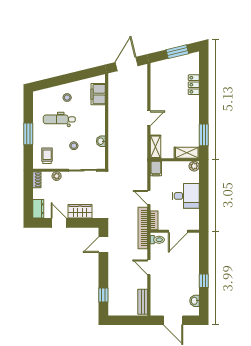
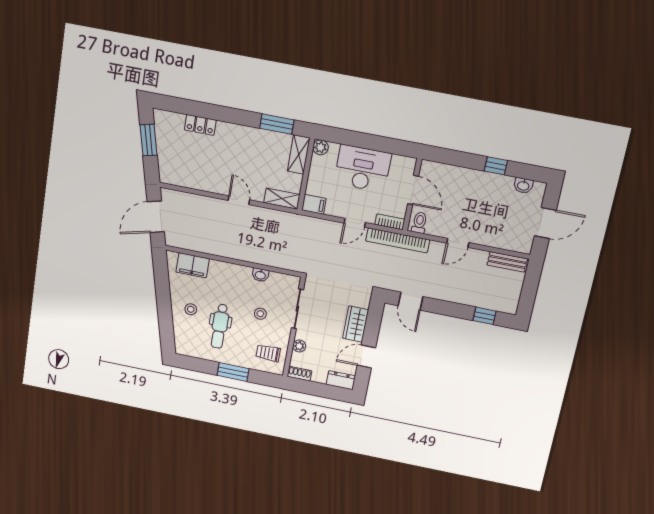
door: (127, 64) -> (156, 217), hinge flipped
desk: (186, 196) -> (363, 168), width x1.37

